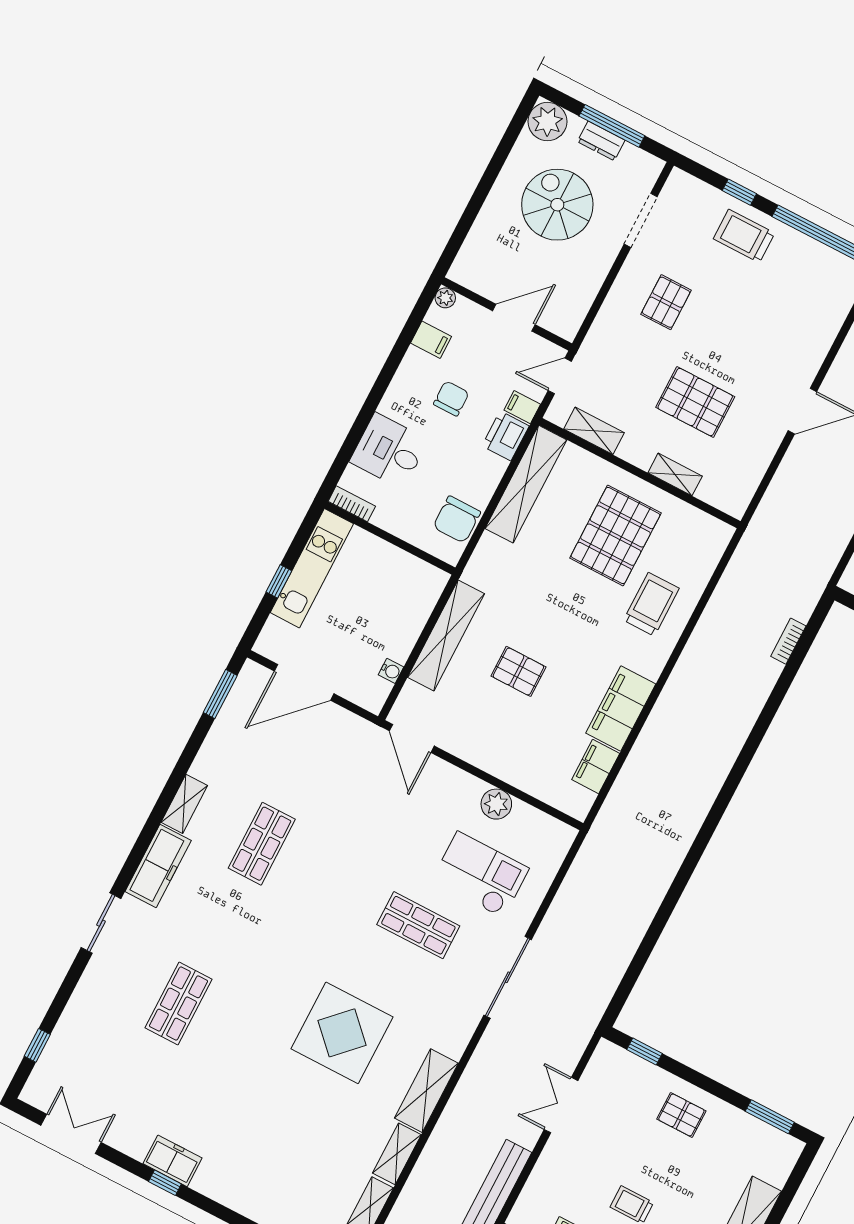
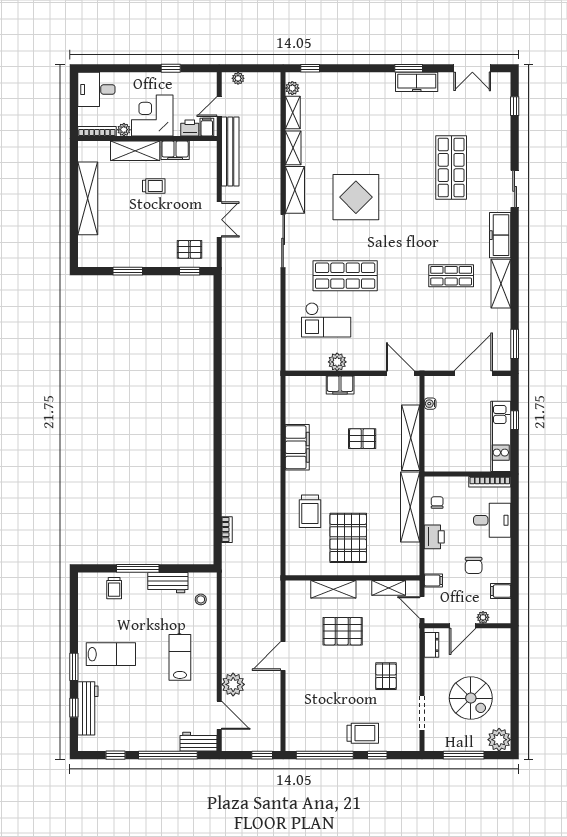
dresser: (601, 141) -> (432, 645), moved, turned 90
plant: (445, 298) -> (483, 617), moved
door: (560, 376) -> (422, 607), swing flipped
printer: (505, 436) -> (434, 537), moved
shelving: (675, 474) -> (333, 589), width x1.50, depth x1.33
shelving: (526, 484) -> (410, 507), moved
bookcase: (352, 504) -> (490, 482), width x1.56
chair: (457, 520) -> (437, 502), width x0.54, depth x0.54
filing cabinet: (596, 766) -> (340, 385), moved, turned 90
shelving: (184, 804) -> (501, 284), width x1.50, depth x1.33
shop shelf: (262, 844) -> (451, 276), turned 90
shop shelf: (418, 925) -> (345, 276), width x1.43, depth x1.36
sliding door: (508, 977) -> (283, 241), moved
shop shelf: (179, 1003) -> (451, 168), width x1.43, depth x1.36
pallet: (681, 1115) -> (190, 249), moved
window: (770, 1117) -> (128, 271), moved
freezer: (172, 1161) -> (417, 82), width x1.40
window: (165, 1183) -> (409, 68), width x1.50

